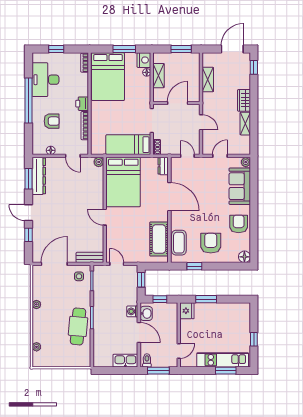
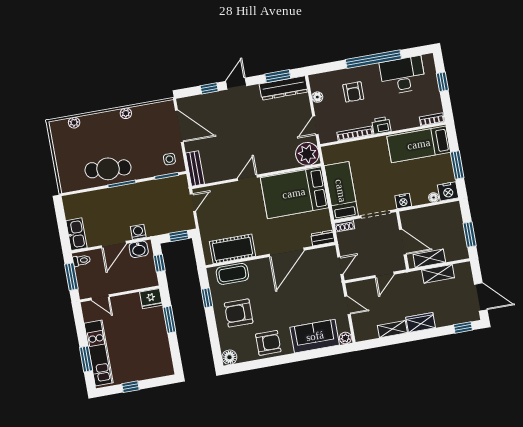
shelving: (158, 76) -> (429, 258), moved
bed: (108, 77) -> (419, 144), width x0.67
nightstand: (145, 97) -> (403, 201), added
plant: (99, 162) -> (307, 154), width x1.87, depth x1.87
armchair: (211, 243) -> (239, 313), turned 180

